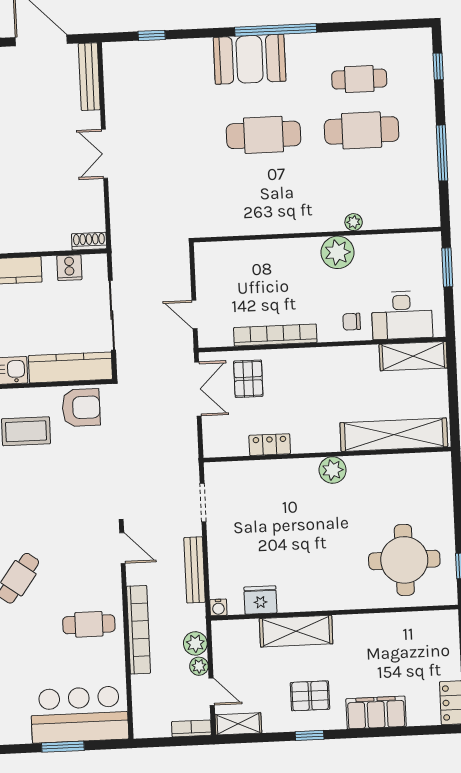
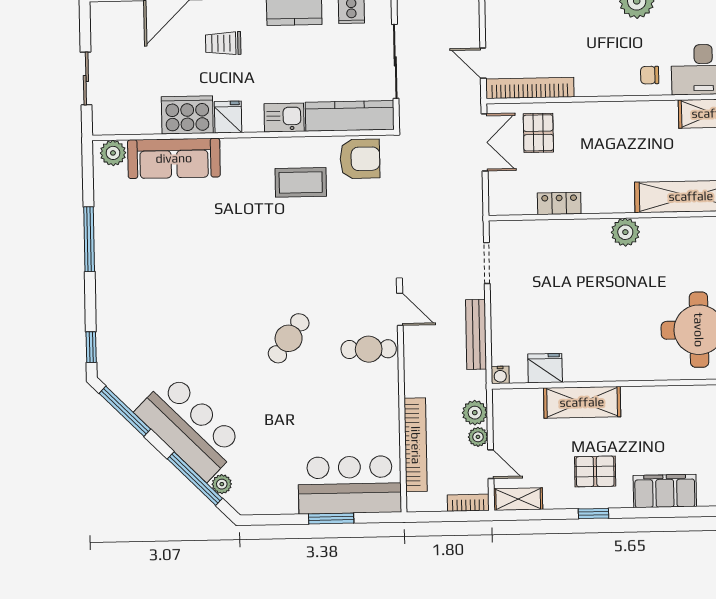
bookcase: (275, 335) -> (530, 88), moved
cafe table: (89, 624) -> (369, 349), moved
bookcase: (138, 630) -> (416, 445), moved

